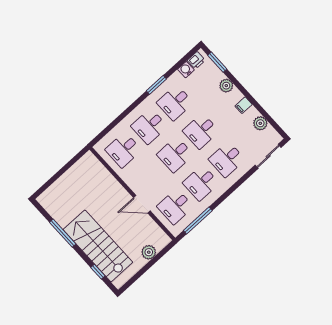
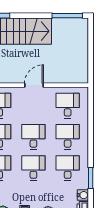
window: (156, 85) -> (91, 178), moved
door: (142, 204) -> (34, 85), moved
window: (63, 233) -> (67, 16), moved

